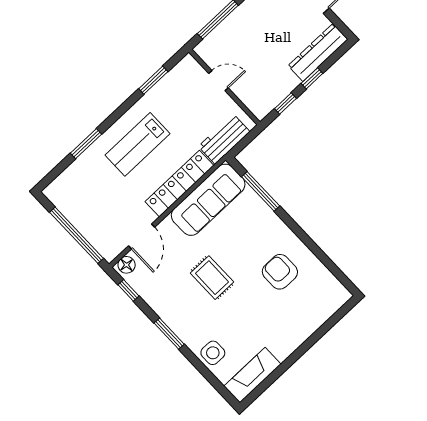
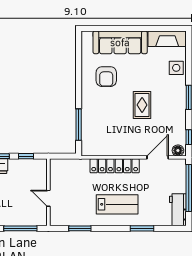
workbench: (224, 139) -> (178, 210), moved, turned 90
sofa: (208, 200) -> (120, 42), moved, turned 180

